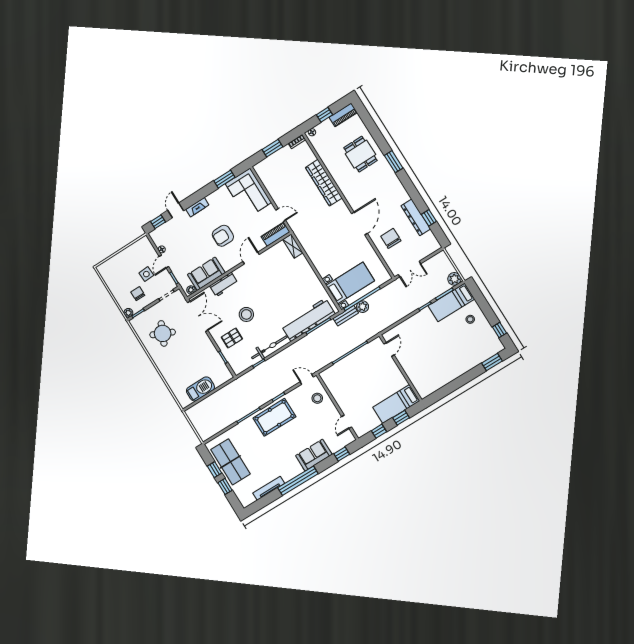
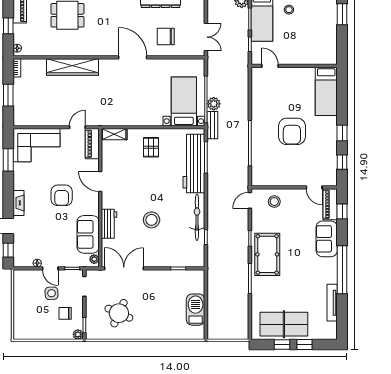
pallet: (232, 338) -> (151, 147), moved
door: (389, 349) -> (270, 66), moved
wall: (400, 368) -> (294, 66), moved
armchair: (379, 379) -> (292, 131), added
bed: (396, 404) -> (326, 91), moved
piano: (341, 442) -> (330, 204), added

